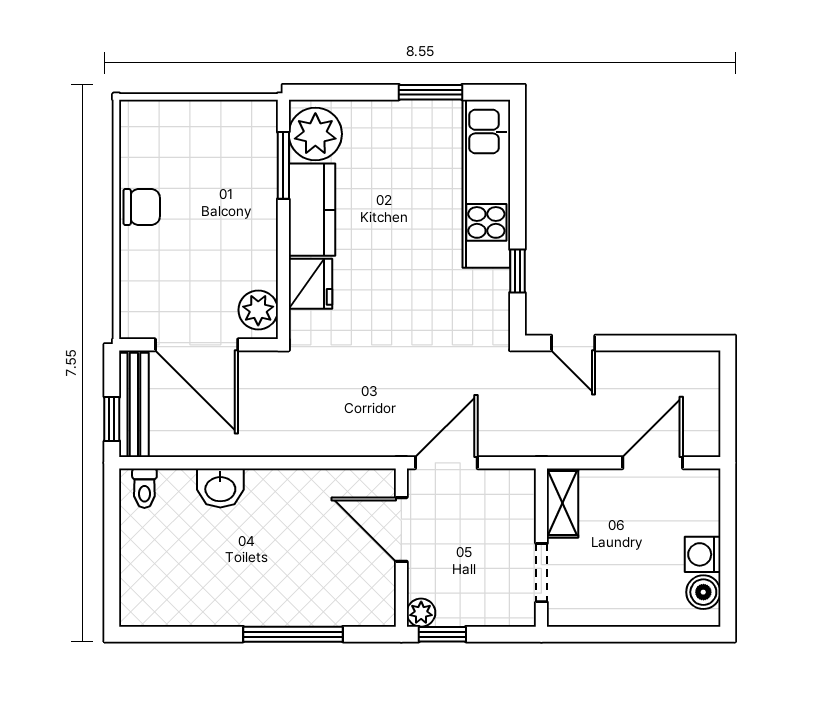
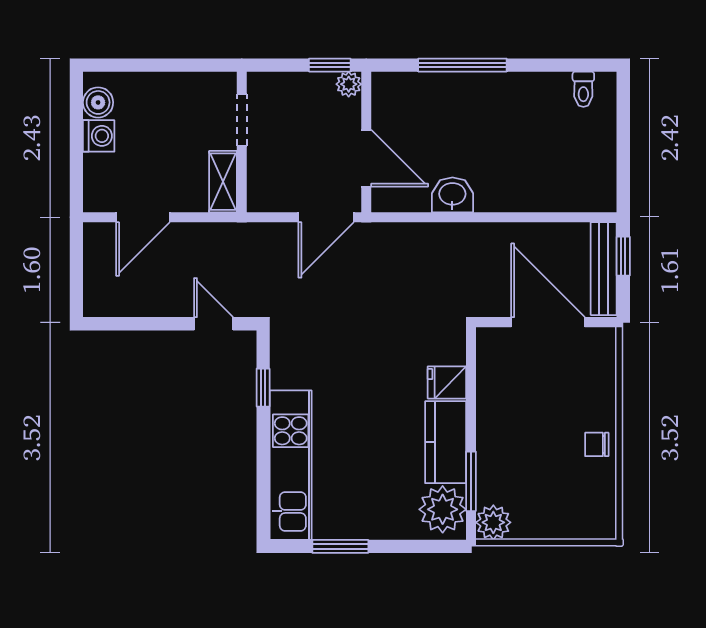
chair: (142, 207) -> (597, 444), width x0.73, depth x0.73
fridge: (310, 284) -> (447, 382), width x0.72
plant: (258, 310) -> (493, 522), moved
toilet: (144, 488) -> (583, 89), moved, turned 180
washbasin: (220, 488) -> (452, 195), moved

